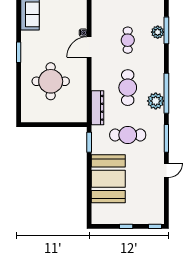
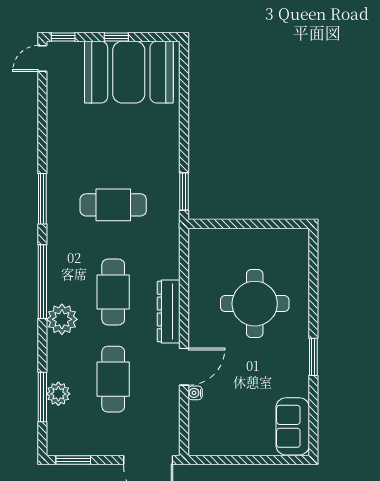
cafe table: (128, 40) -> (113, 379), width x1.37, depth x1.35
plant: (156, 101) -> (62, 319), moved
dresser: (98, 108) -> (169, 312), moved
door: (166, 170) -> (42, 58), moved
booth: (108, 179) -> (129, 72), moved, turned 90

